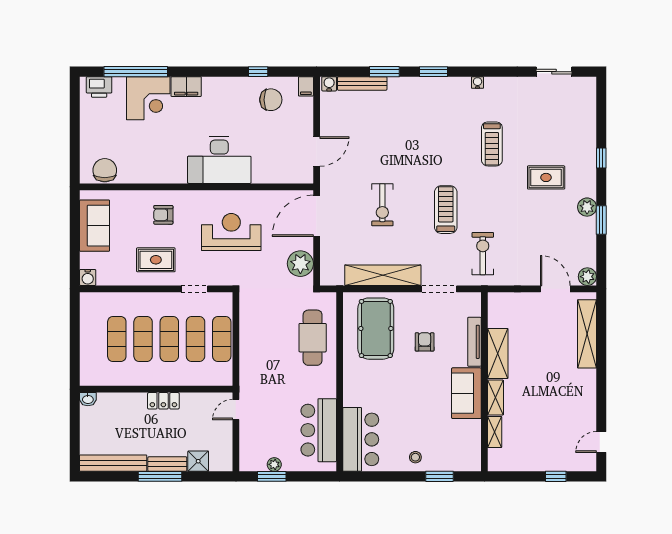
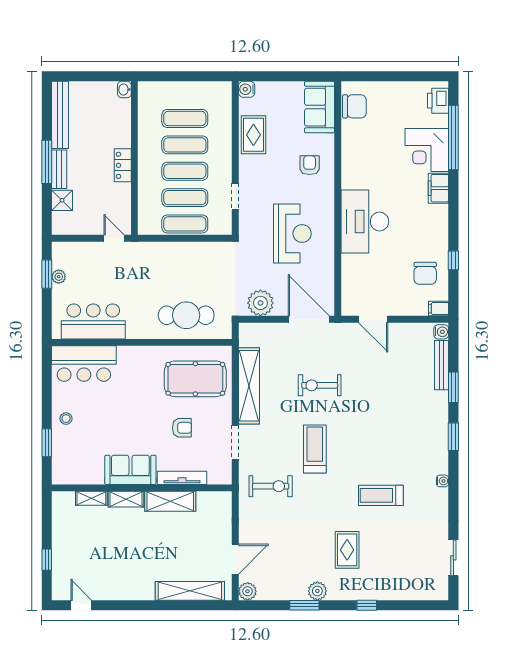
treadmill: (446, 210) -> (315, 449), turned -90
sofa: (95, 226) -> (319, 107), moved, turned 90
rug: (156, 260) -> (253, 135), moved

